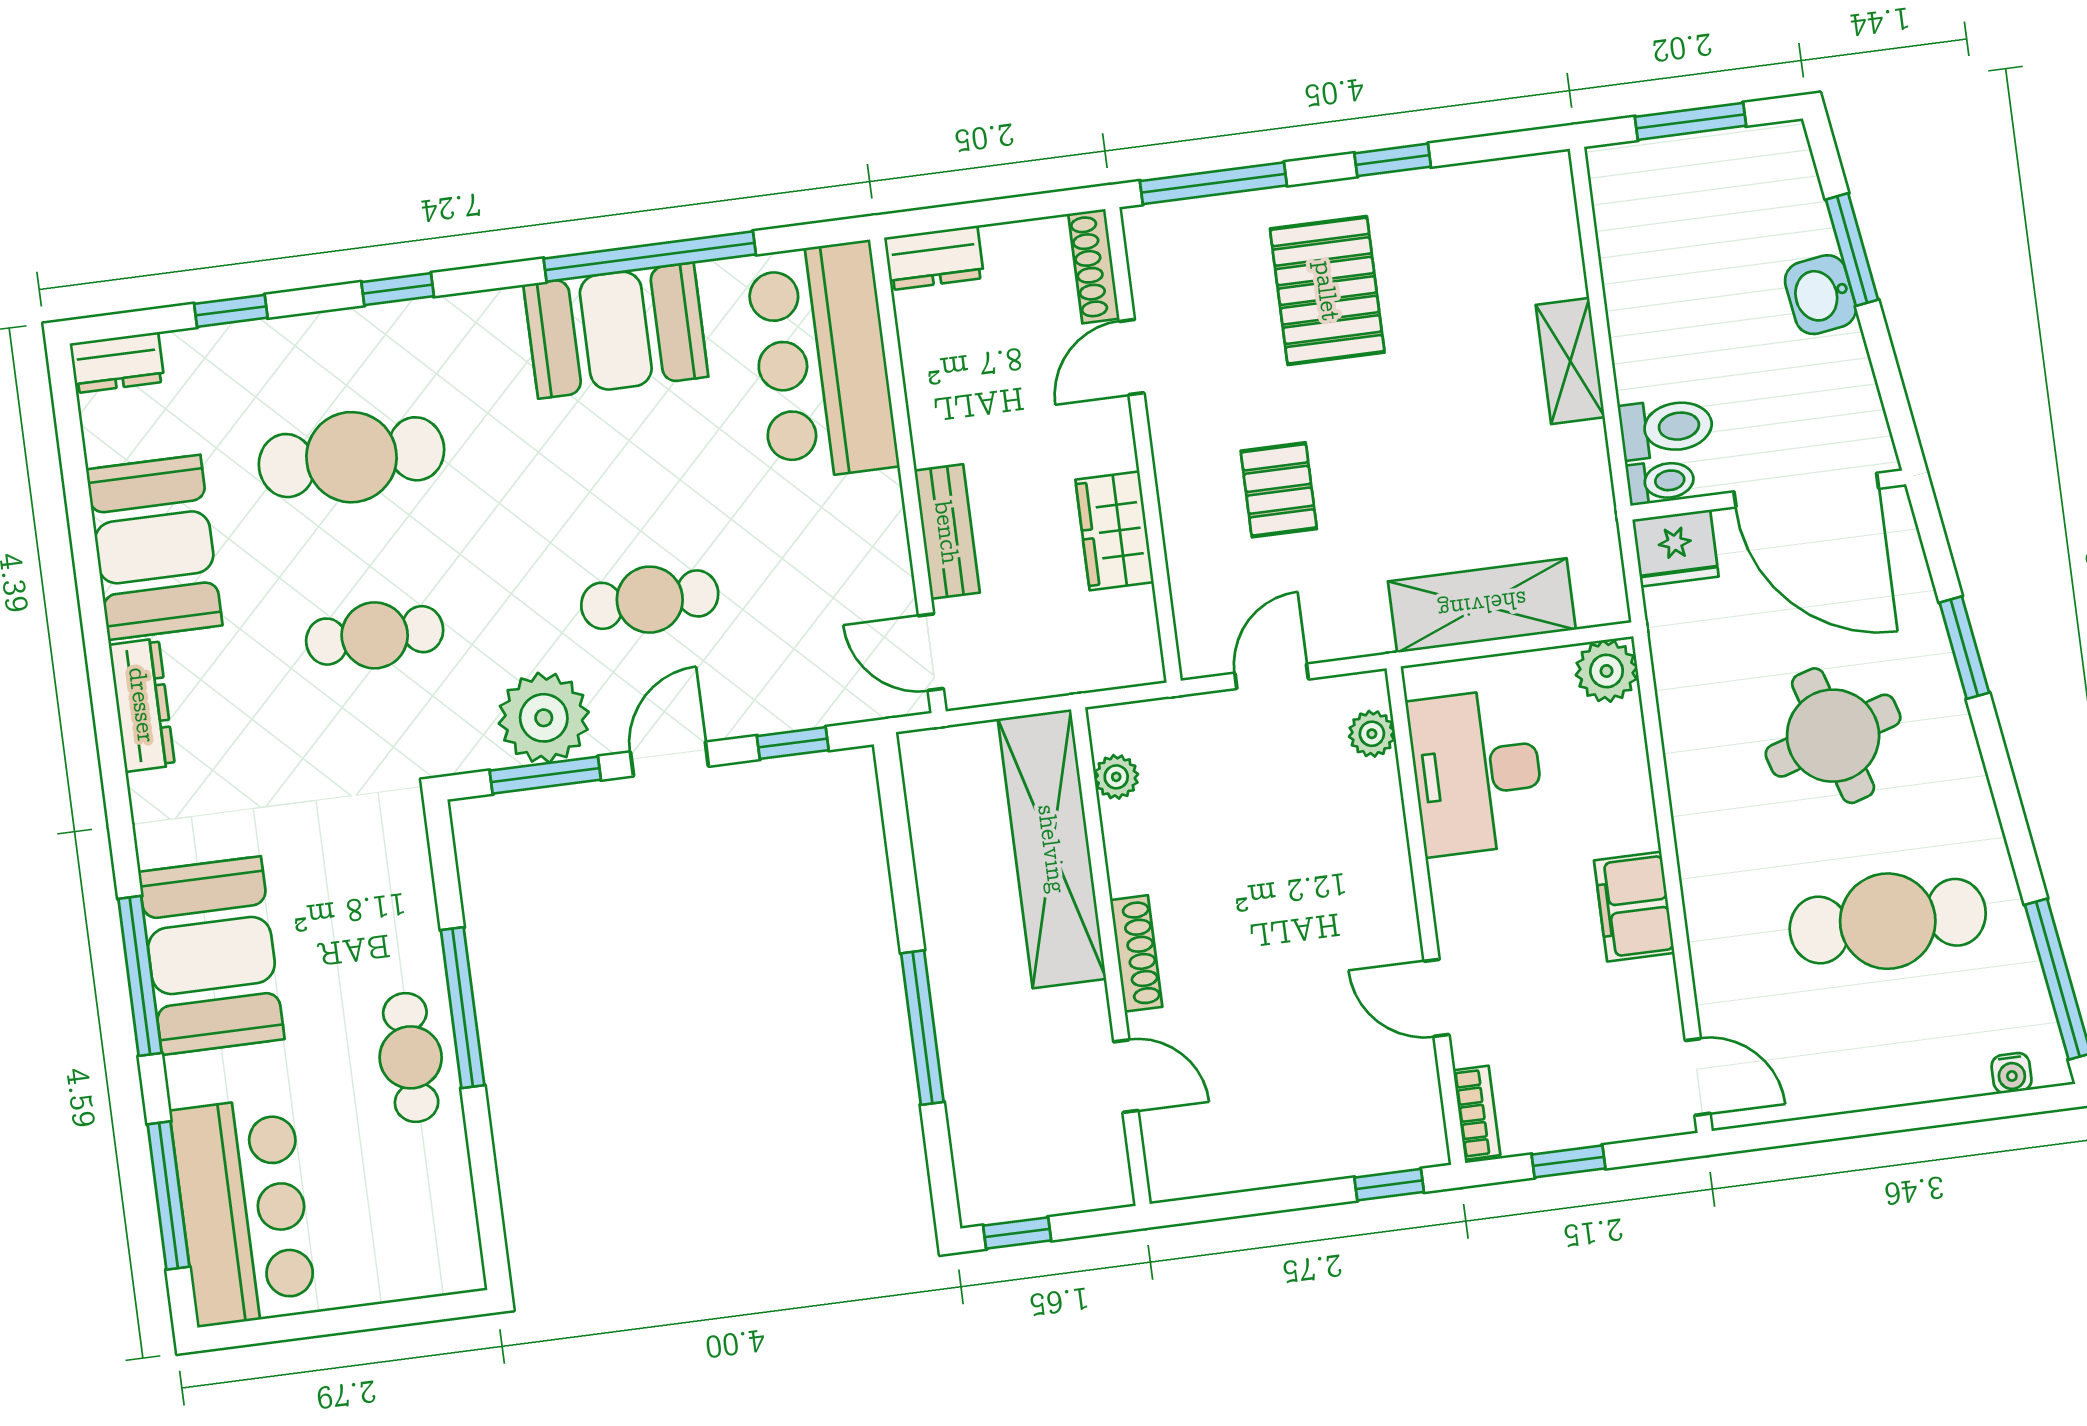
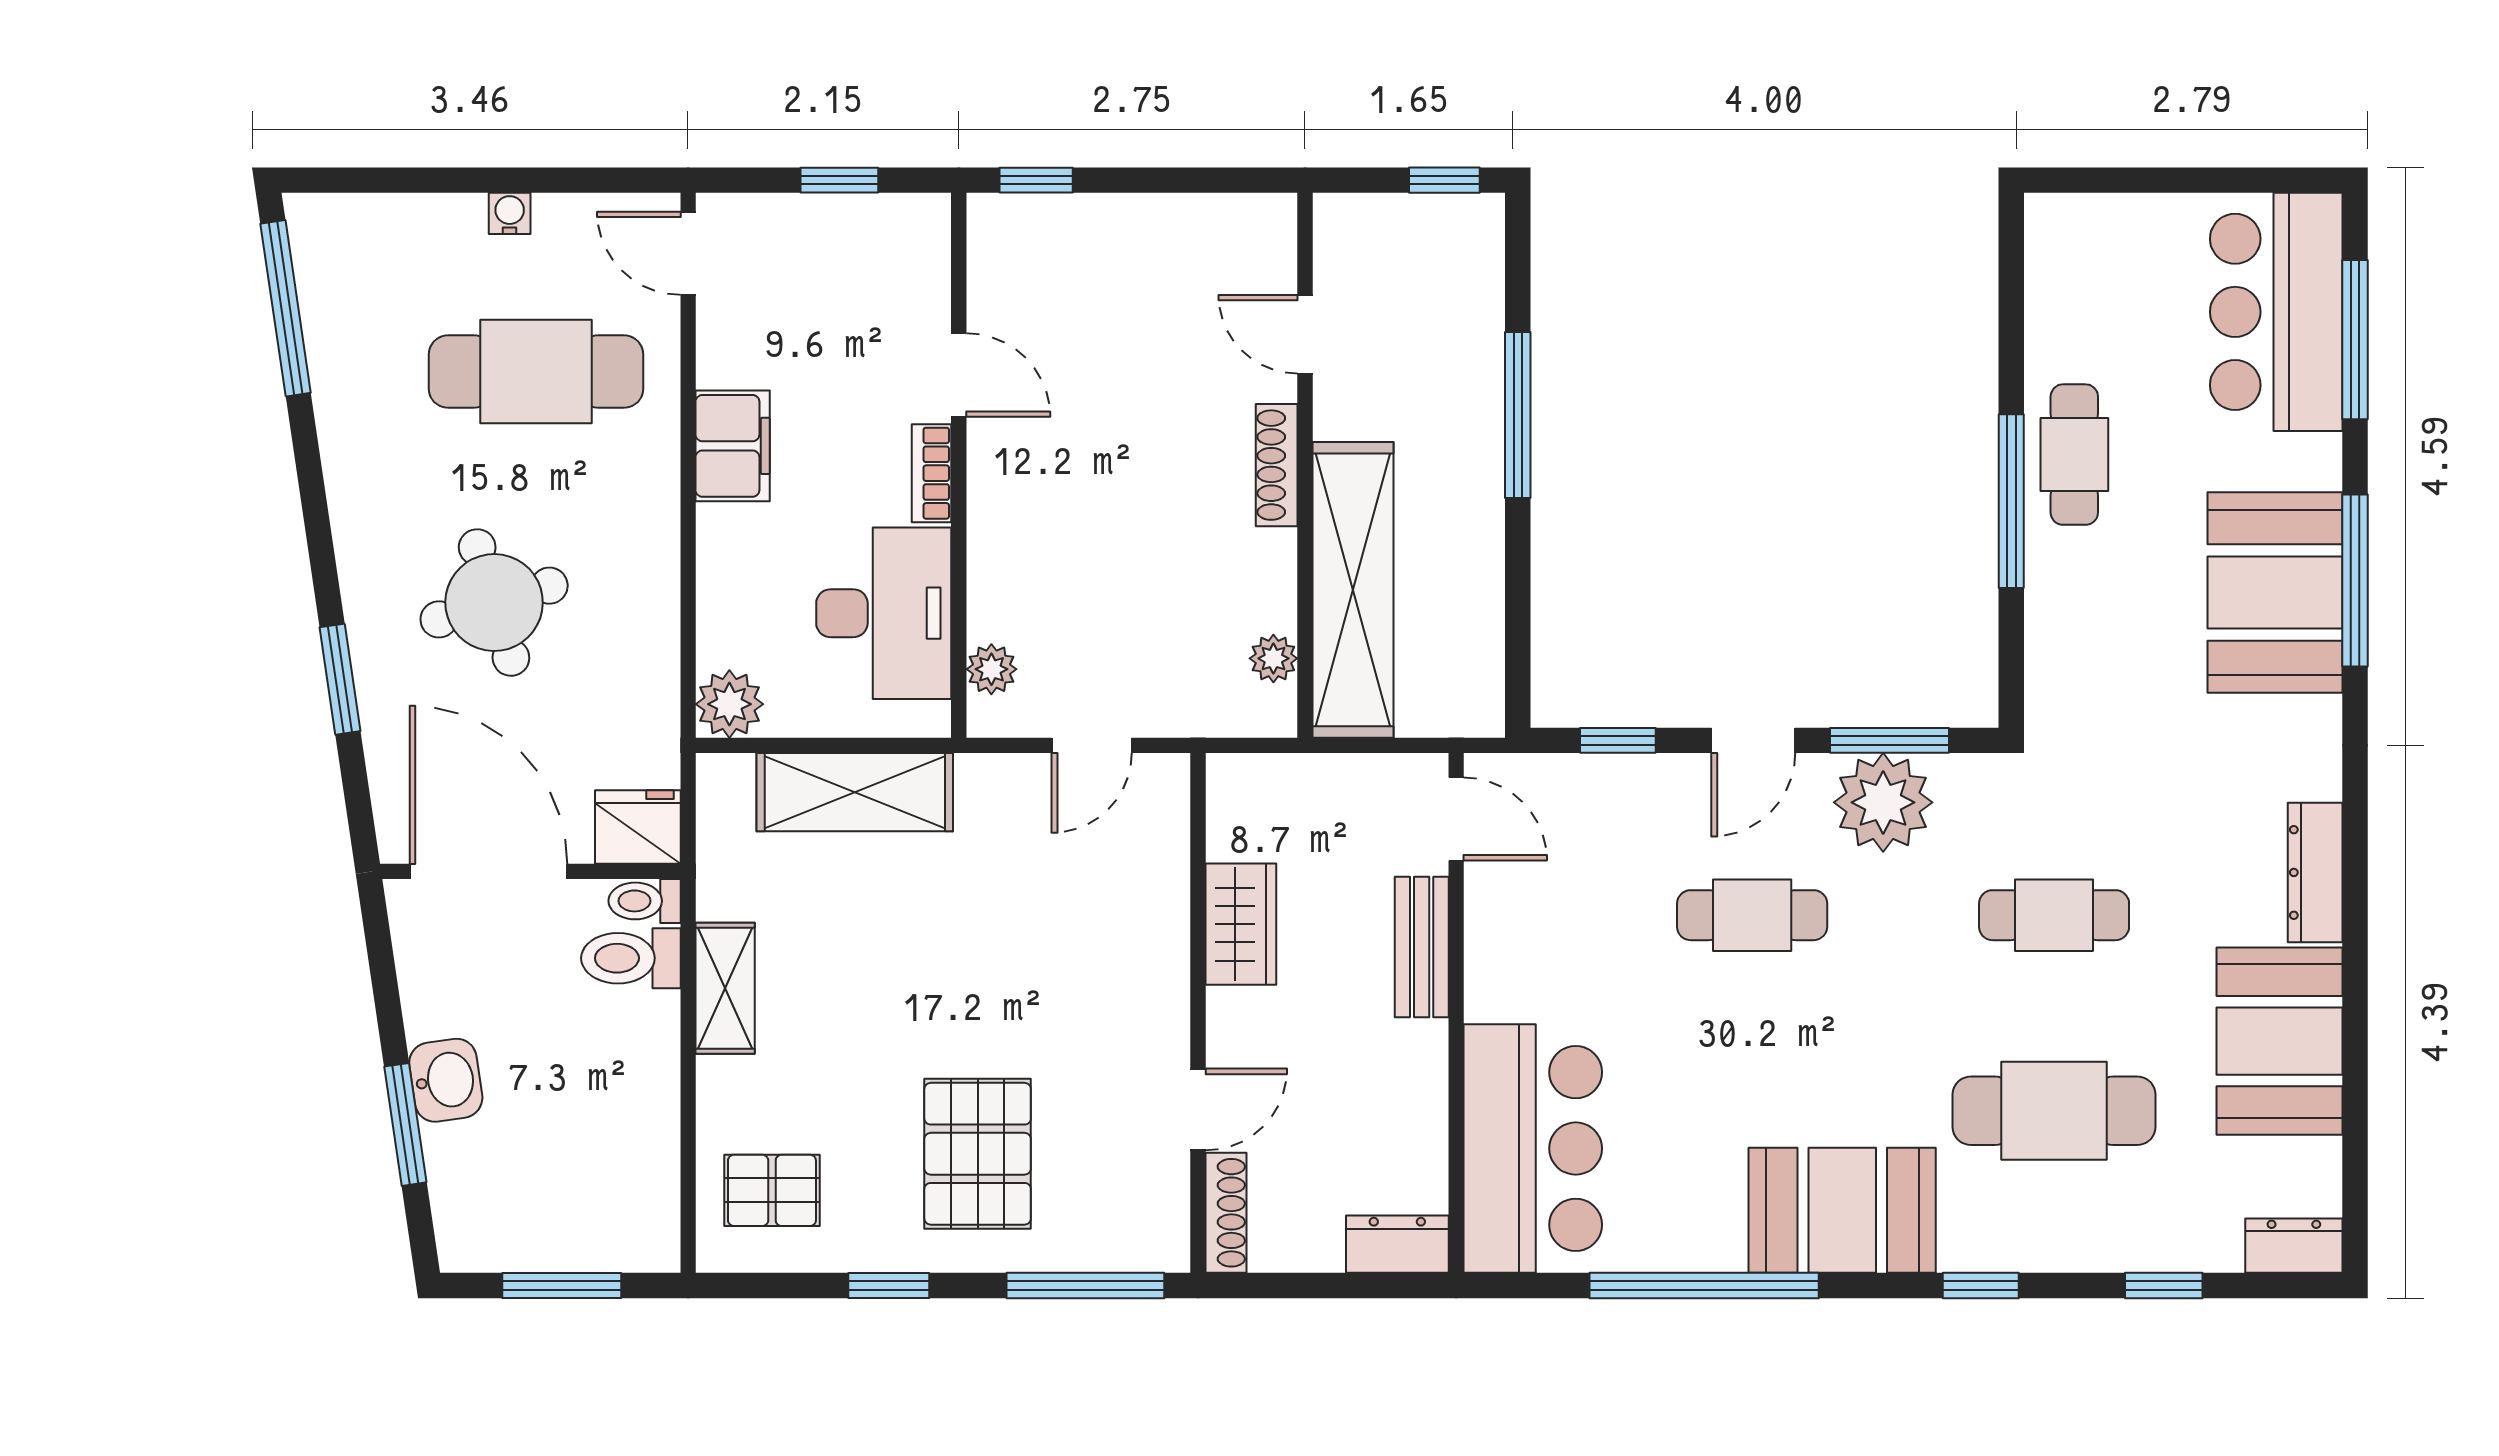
booth: (616, 331) -> (1842, 1210), moved
shelving: (1570, 361) -> (725, 988), moved
pallet: (1279, 490) -> (772, 1190), moved, turned 90
cafe table: (1888, 921) -> (536, 372), moved
water cooler: (2012, 1073) -> (510, 213), moved
bookcase: (1477, 1113) -> (932, 473), moved

